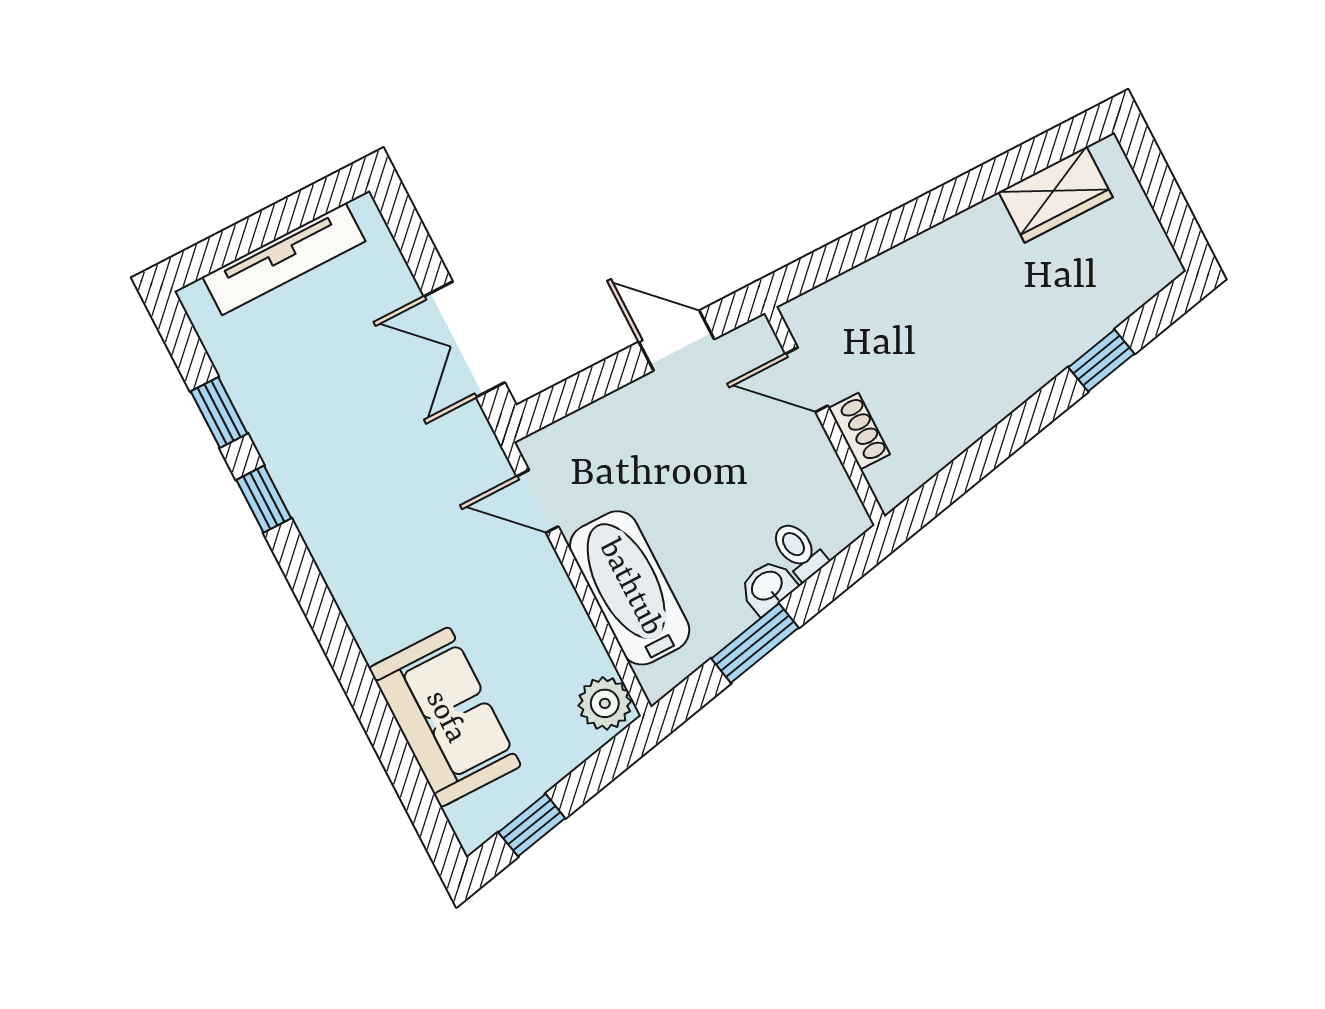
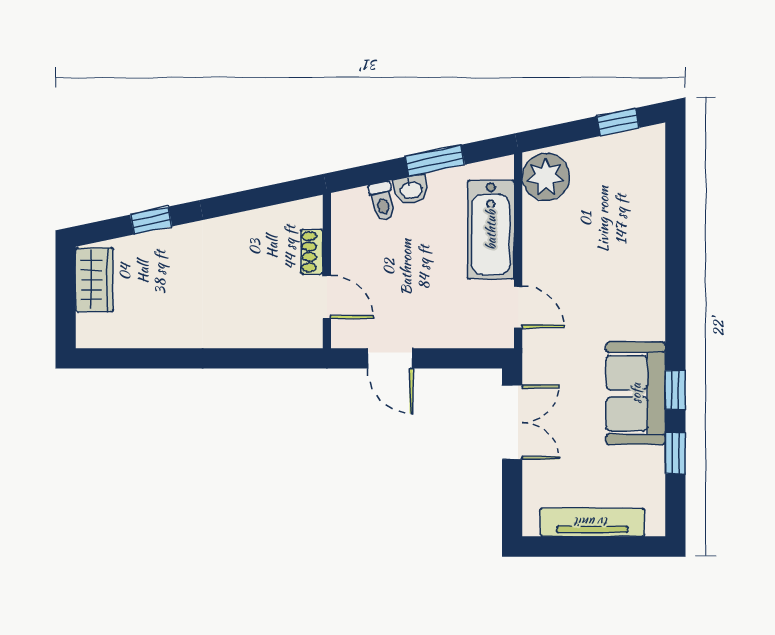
wardrobe: (1056, 195) -> (94, 280), moved, turned 90
plant: (605, 703) -> (546, 177), width x1.36, depth x1.36
sofa: (445, 717) -> (636, 393), moved

